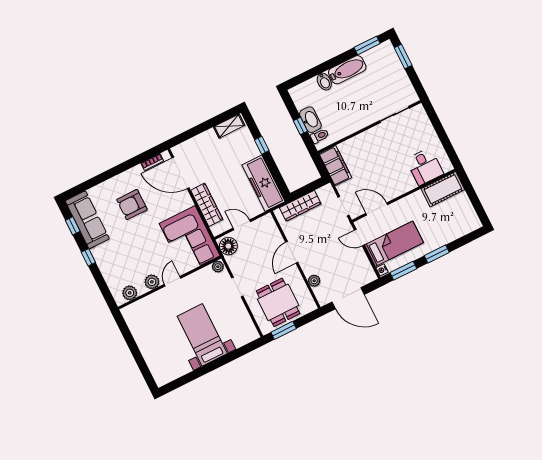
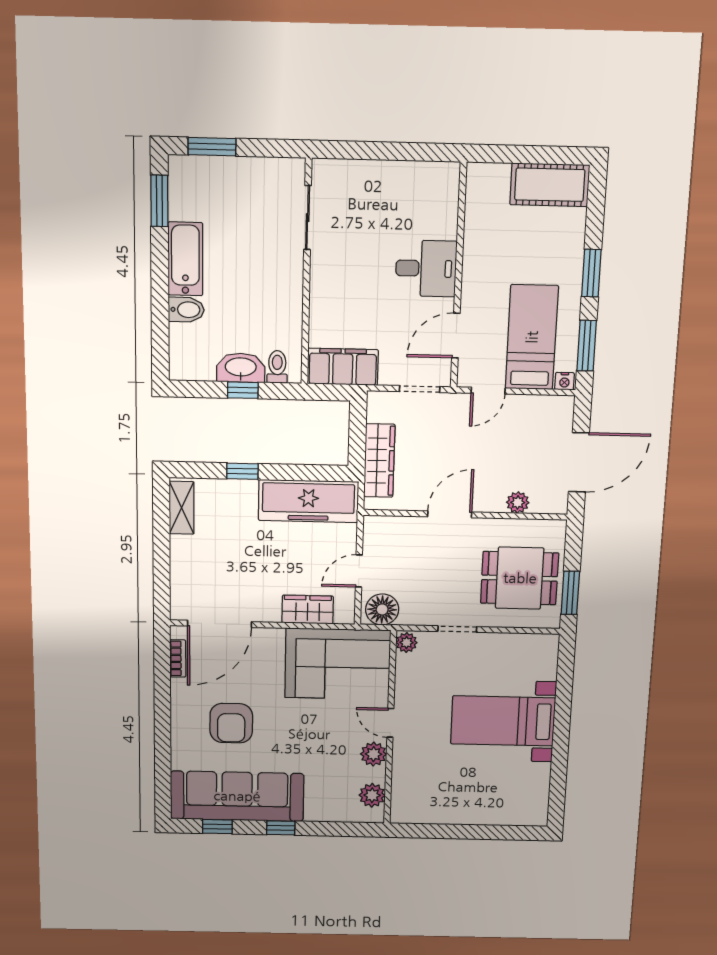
desk: (425, 167) -> (426, 268), moved
cot: (443, 189) -> (550, 185), moved, turned 90
wardrobe: (207, 205) -> (308, 609), width x0.67
sofa: (87, 220) -> (237, 796), width x1.36, depth x1.27
door: (292, 252) -> (450, 514), swing flipped

